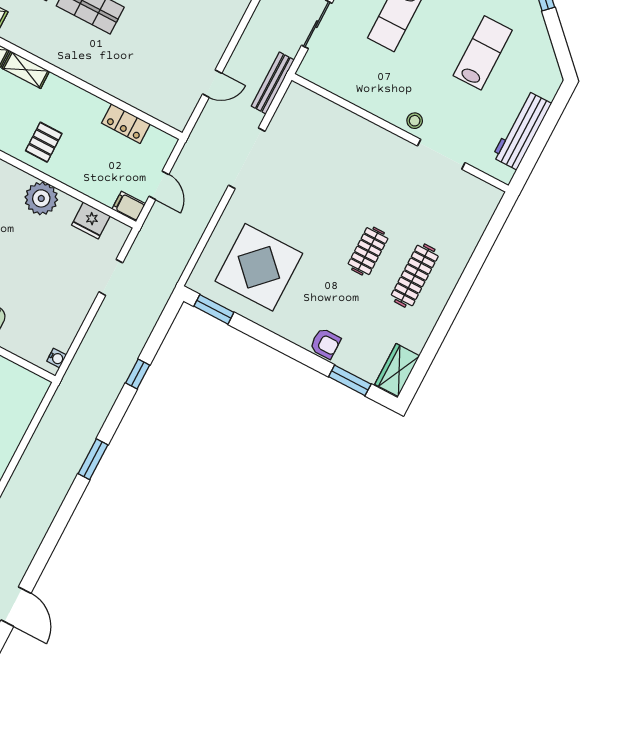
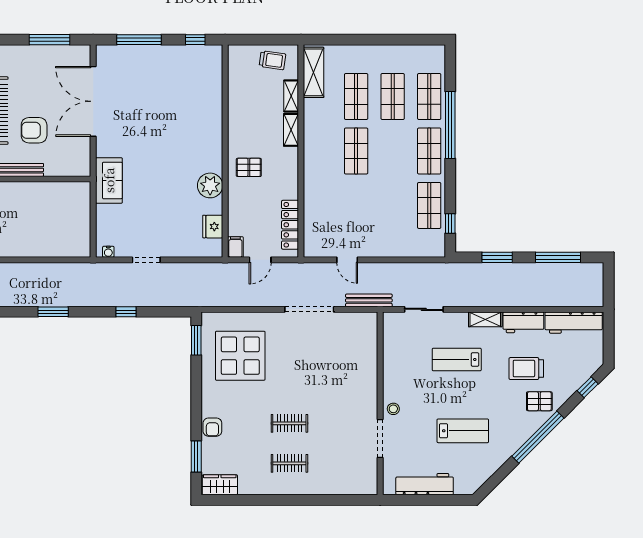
locker: (126, 124) -> (290, 225), width x1.53
clothes rail: (415, 276) -> (289, 463), width x0.73
doorway: (111, 277) -> (146, 260), moved

